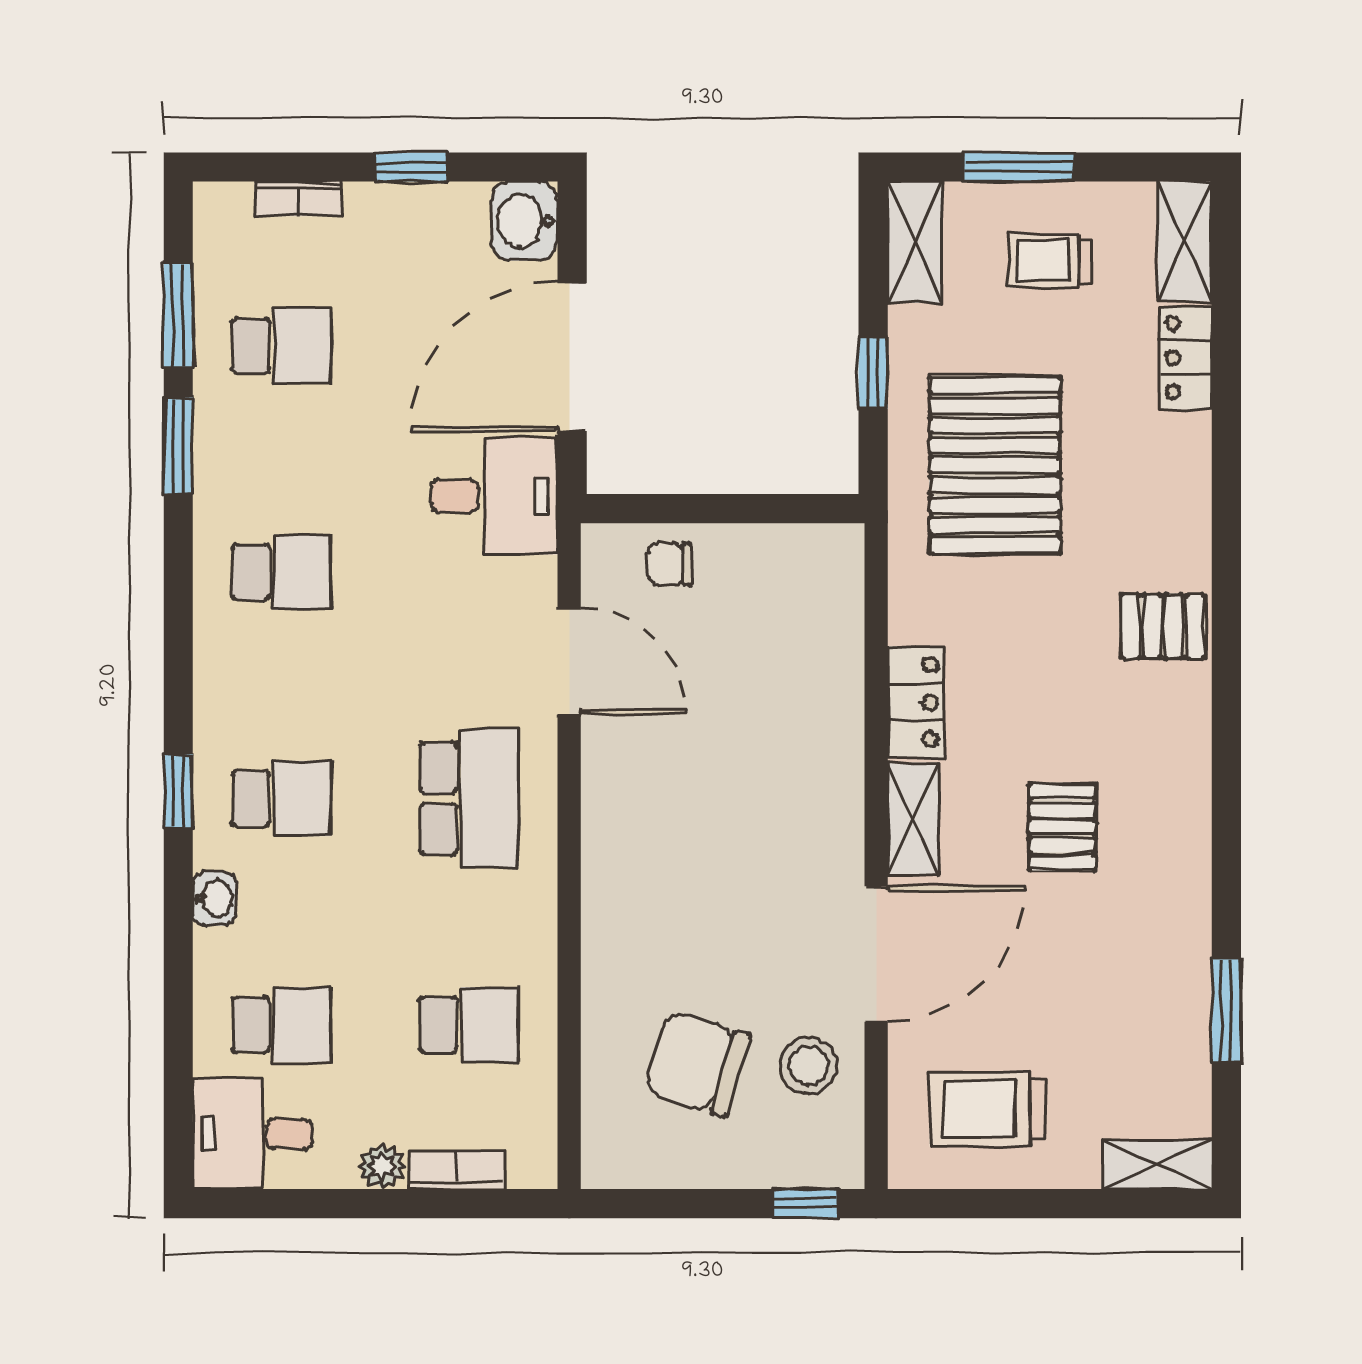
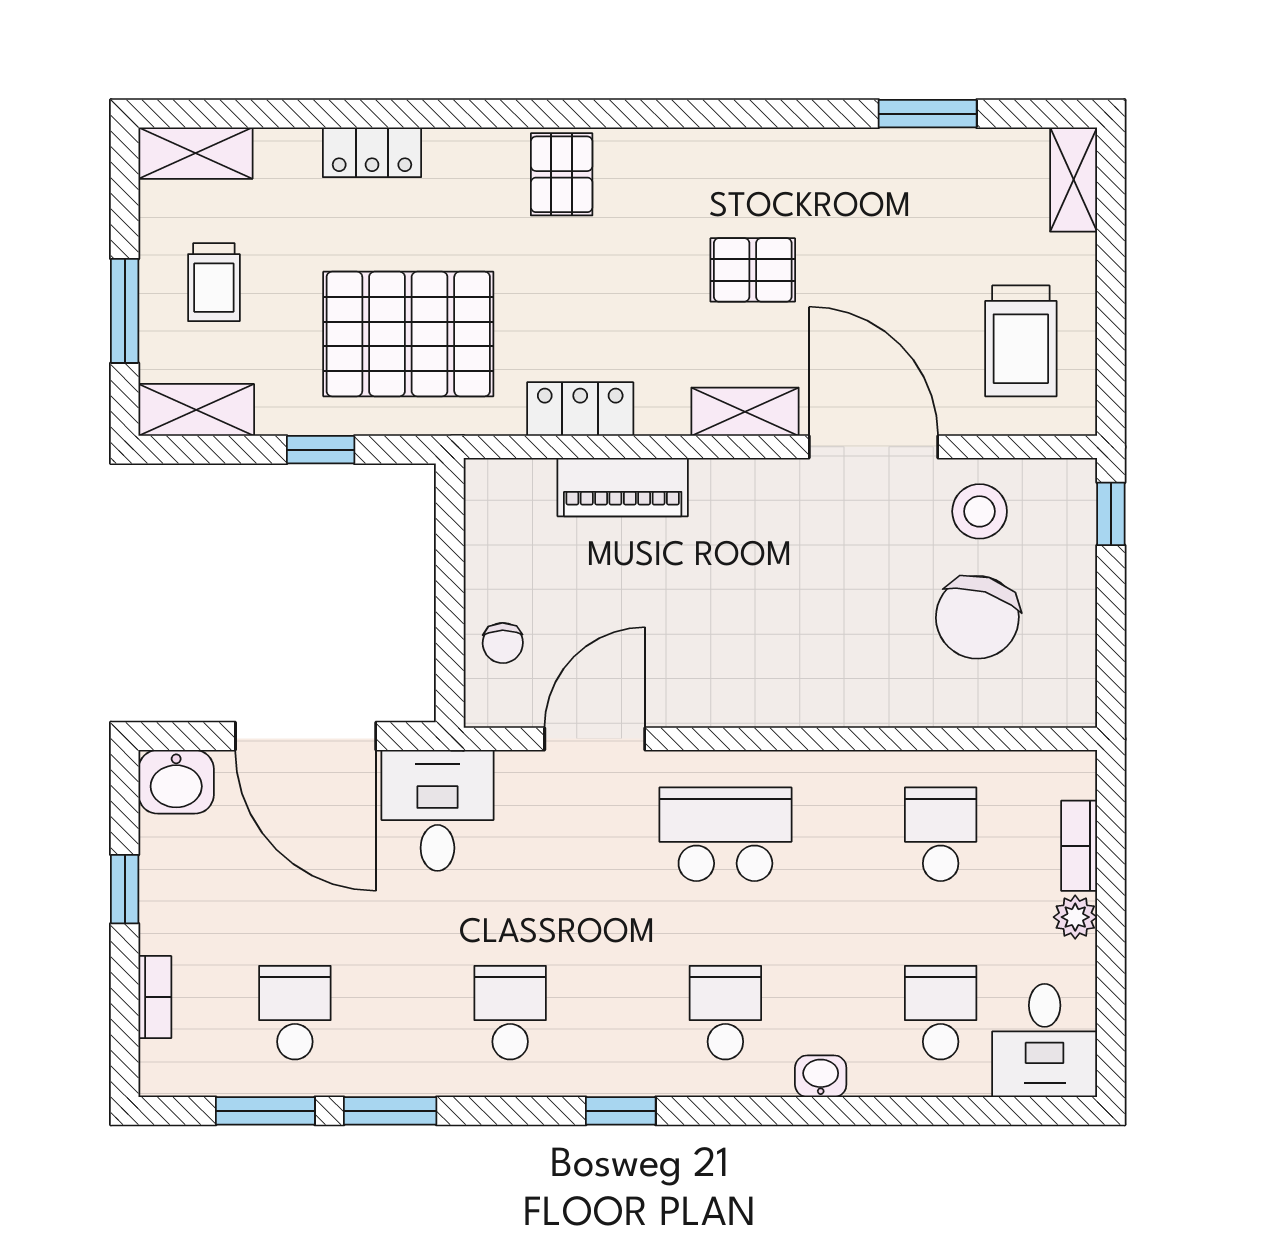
locker: (1186, 358) -> (372, 152), moved
piano: (834, 690) -> (623, 487), added
locker: (916, 702) -> (580, 409), moved
window: (178, 791) -> (621, 1111), moved

